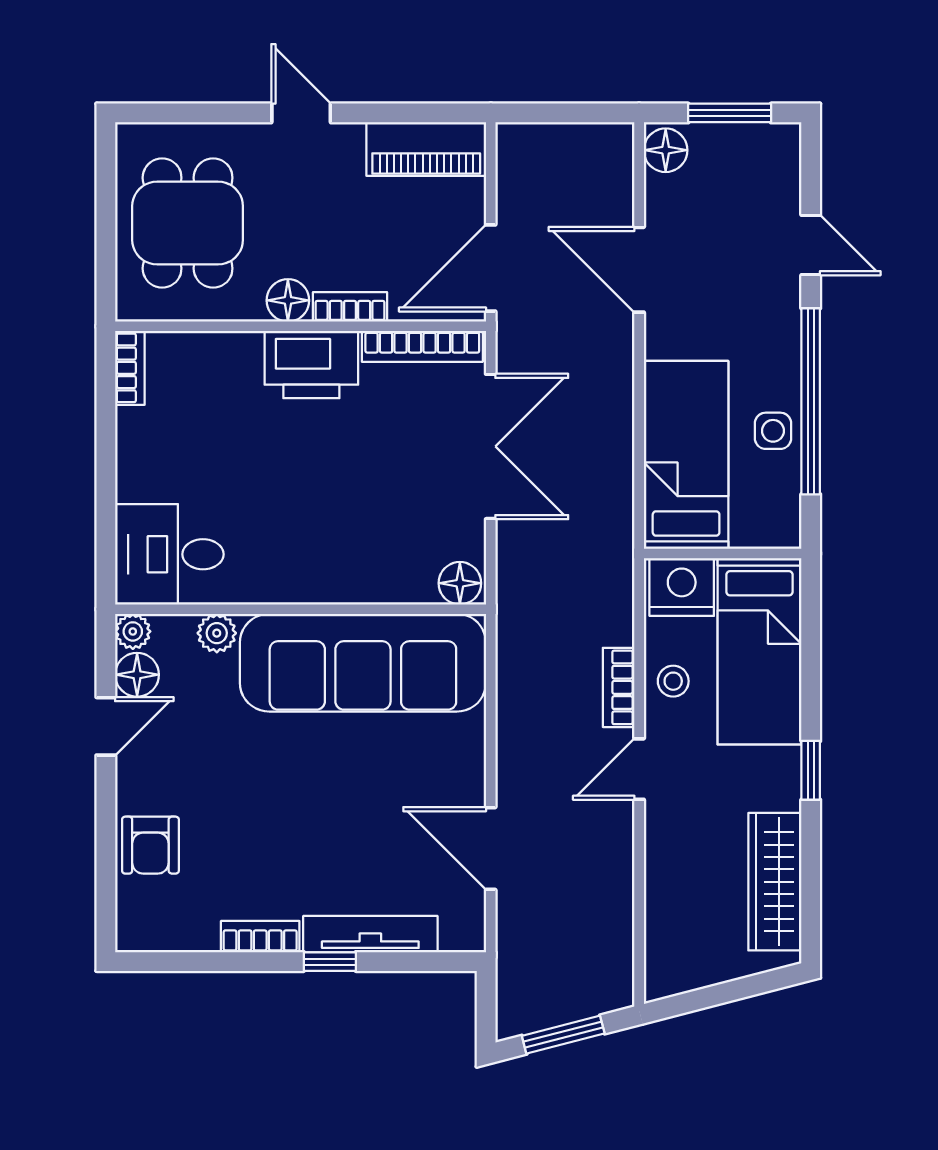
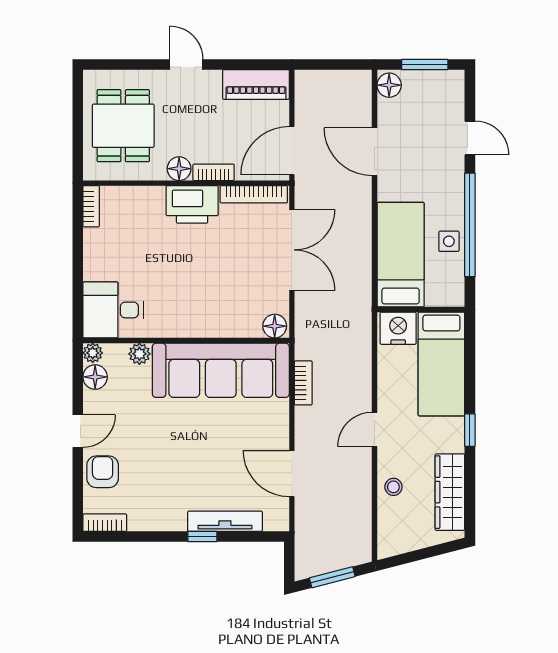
stool: (673, 681) -> (393, 487), moved
bookcase: (619, 687) -> (303, 383), moved, turned 180
door: (106, 726) -> (78, 431), moved
armchair: (150, 845) -> (103, 472), turned 180
bookcase: (260, 937) -> (105, 523), moved

